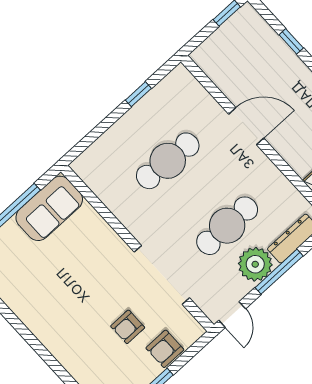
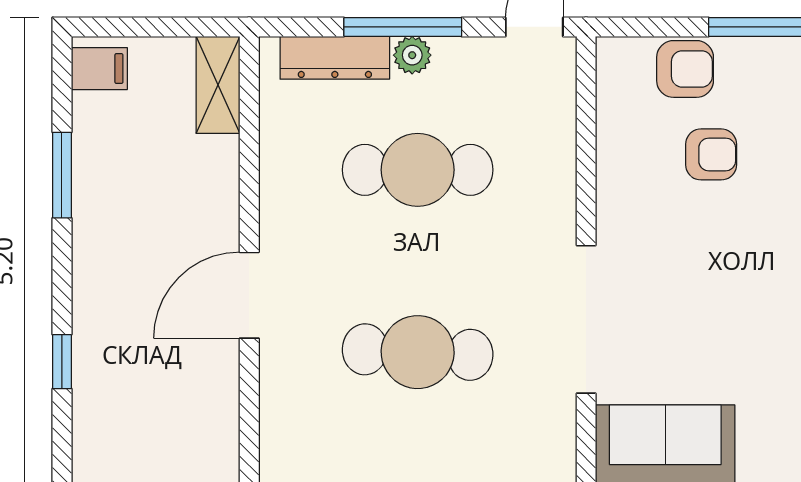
door: (246, 126) -> (249, 295), hinge flipped
plant: (255, 264) -> (412, 55), width x0.53, depth x0.53
doorway: (162, 275) -> (586, 319), moved

